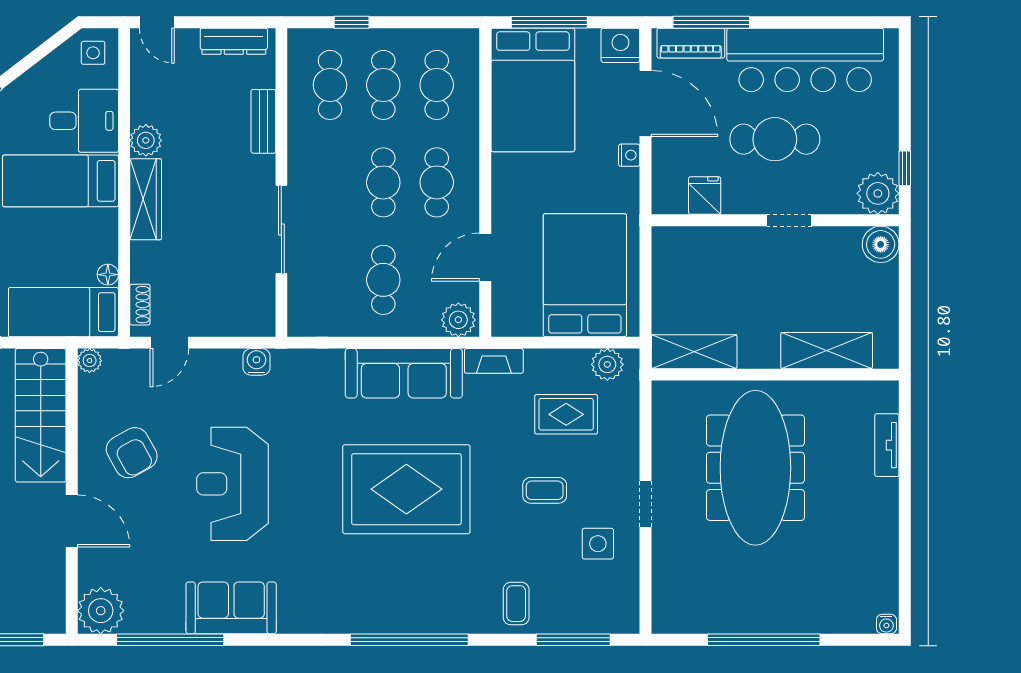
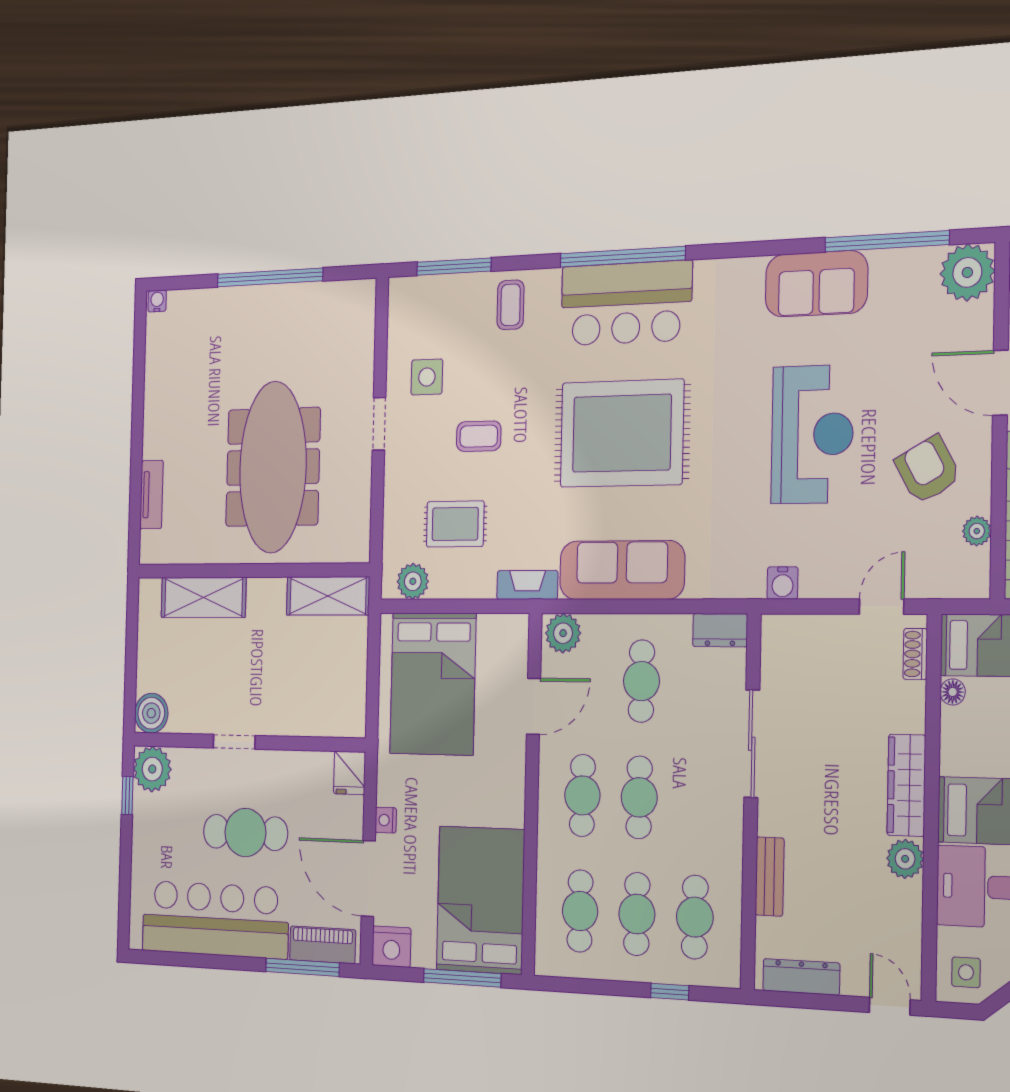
fridge: (705, 195) -> (350, 773), moved
dresser: (312, 323) -> (720, 630), added
plant: (90, 361) -> (977, 531), moved
bar counter: (405, 600) -> (626, 303), added

